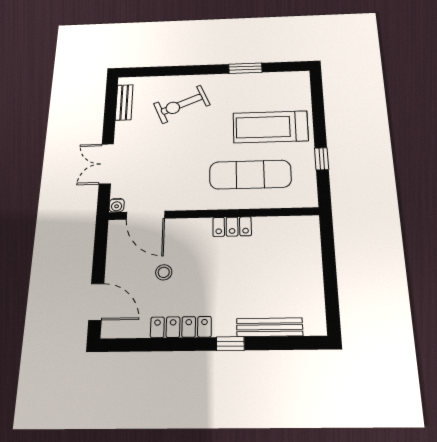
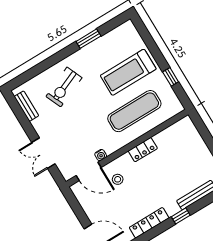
water cooler: (117, 205) -> (101, 155), moved
stool: (164, 272) -> (118, 179), moved

